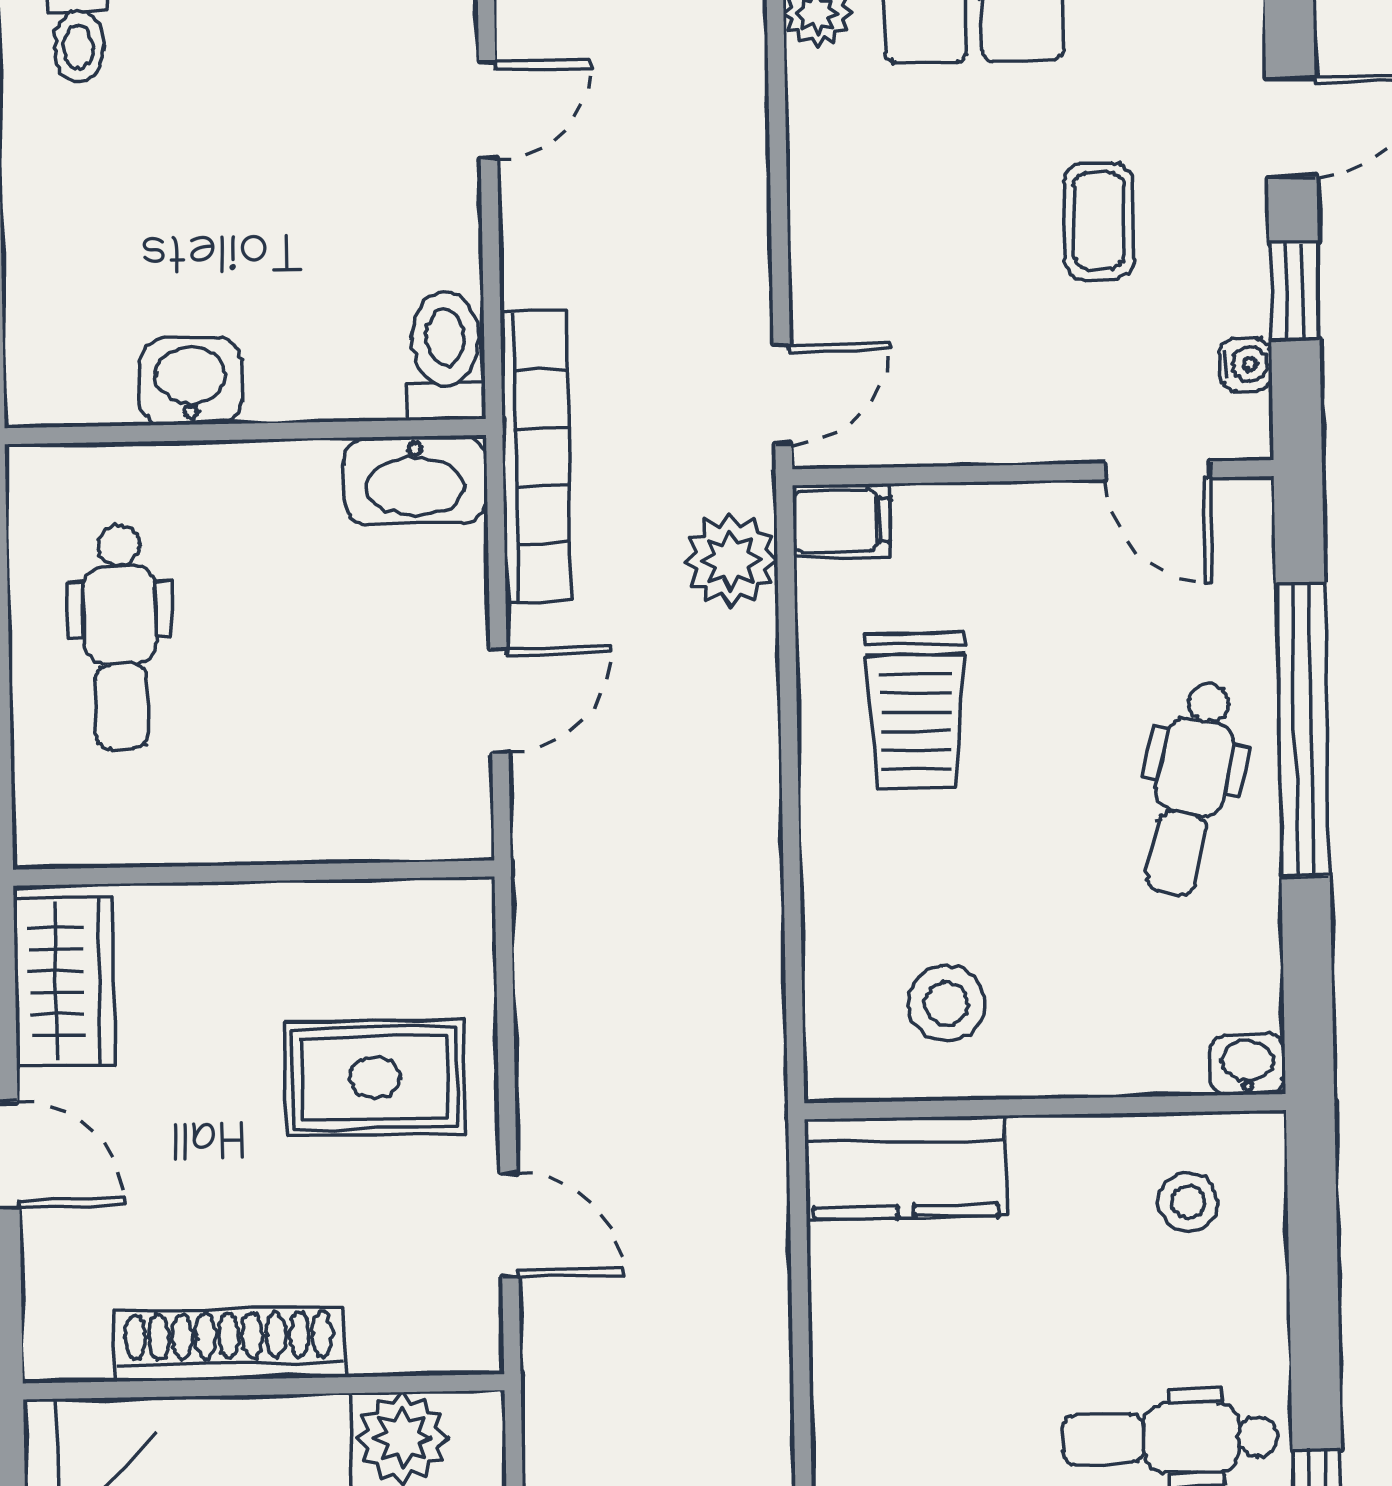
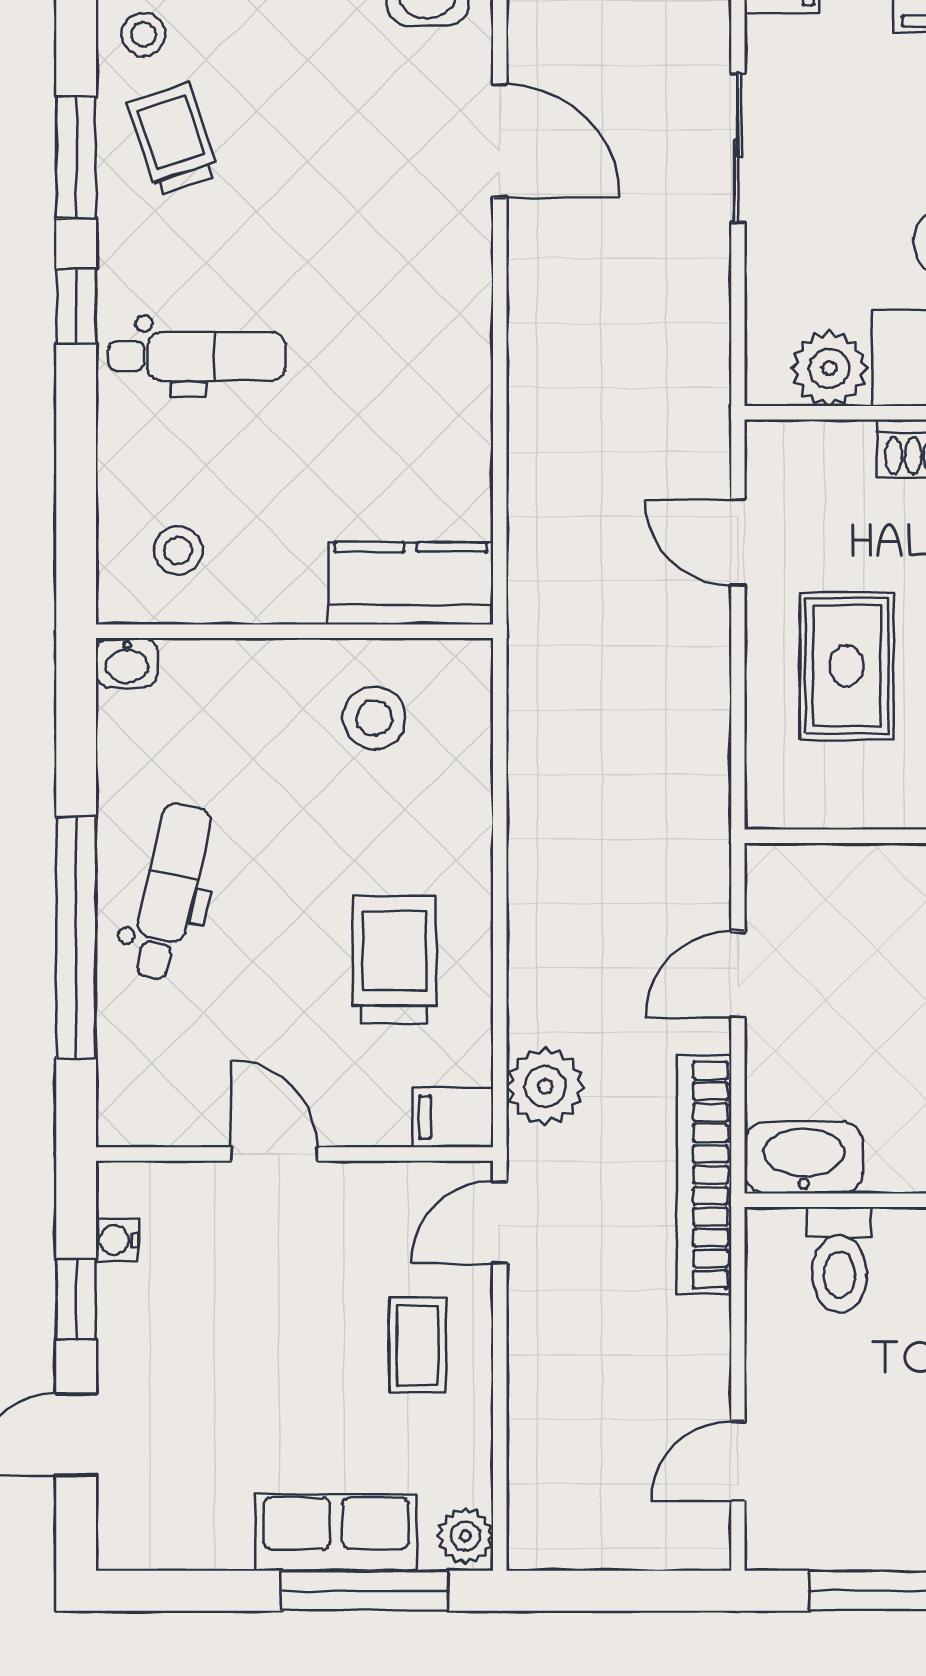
coffee table: (1099, 221) -> (418, 1345), moved
toilet: (446, 355) -> (839, 1260), moved
door: (1158, 470) -> (275, 1154), moved
rug: (375, 1078) -> (847, 666), turned 90

